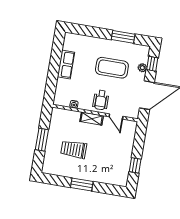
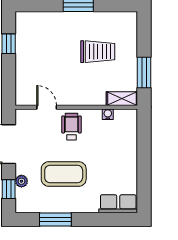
row of seats: (66, 65) -> (118, 204), moved, turned 90
shelving: (92, 119) -> (122, 99), moved
window: (42, 140) -> (144, 72), moved

